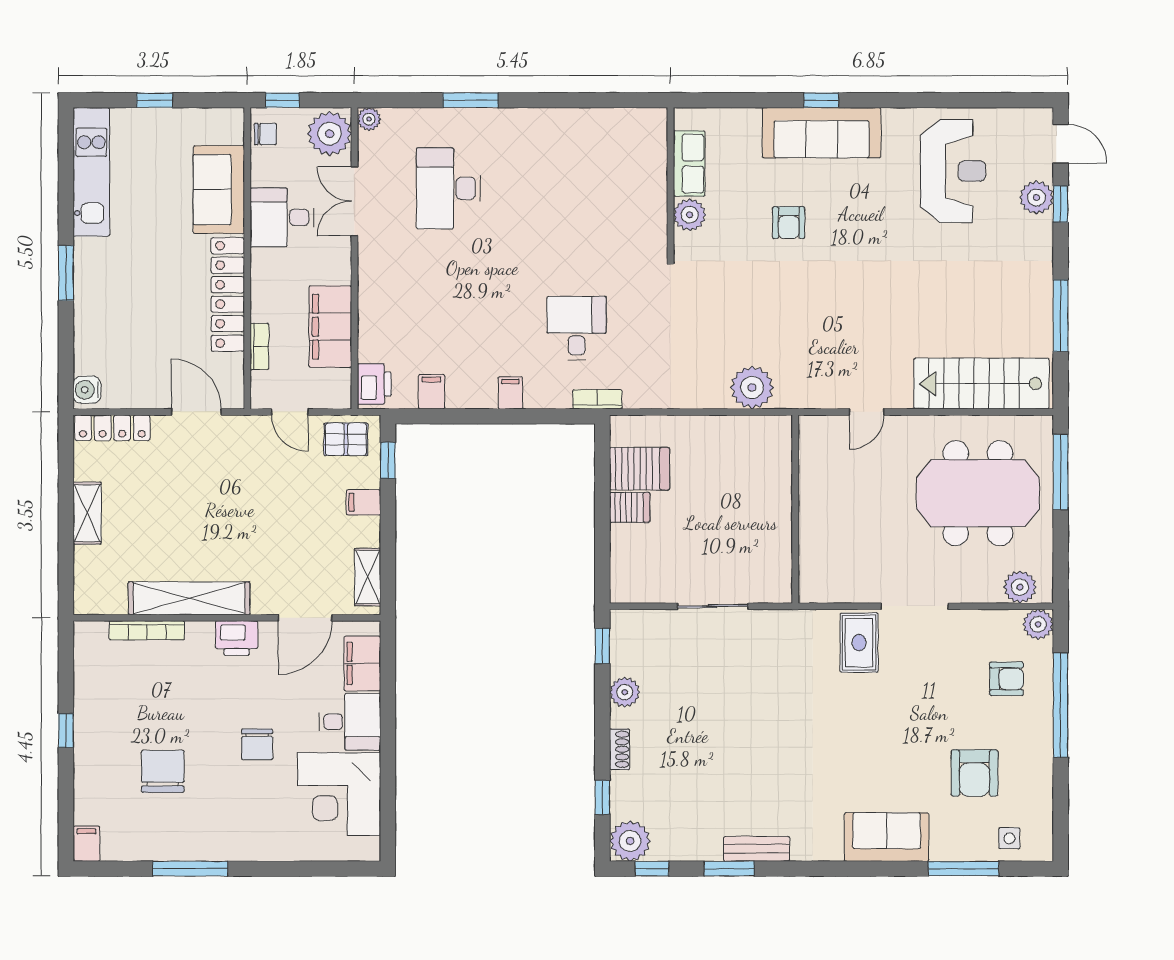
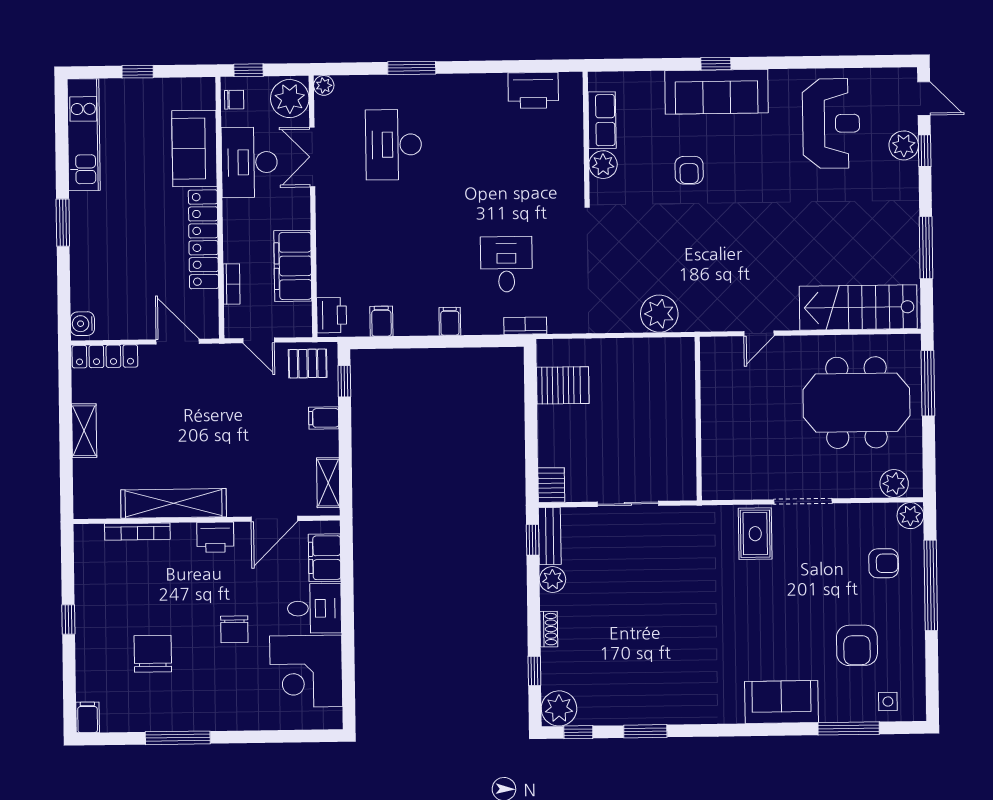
printer: (610, 128) -> (533, 90), added
desk: (282, 217) -> (249, 162), width x1.37
server rack: (630, 507) -> (551, 485), moved, turned -90
bench: (757, 849) -> (550, 536), moved, turned 90

